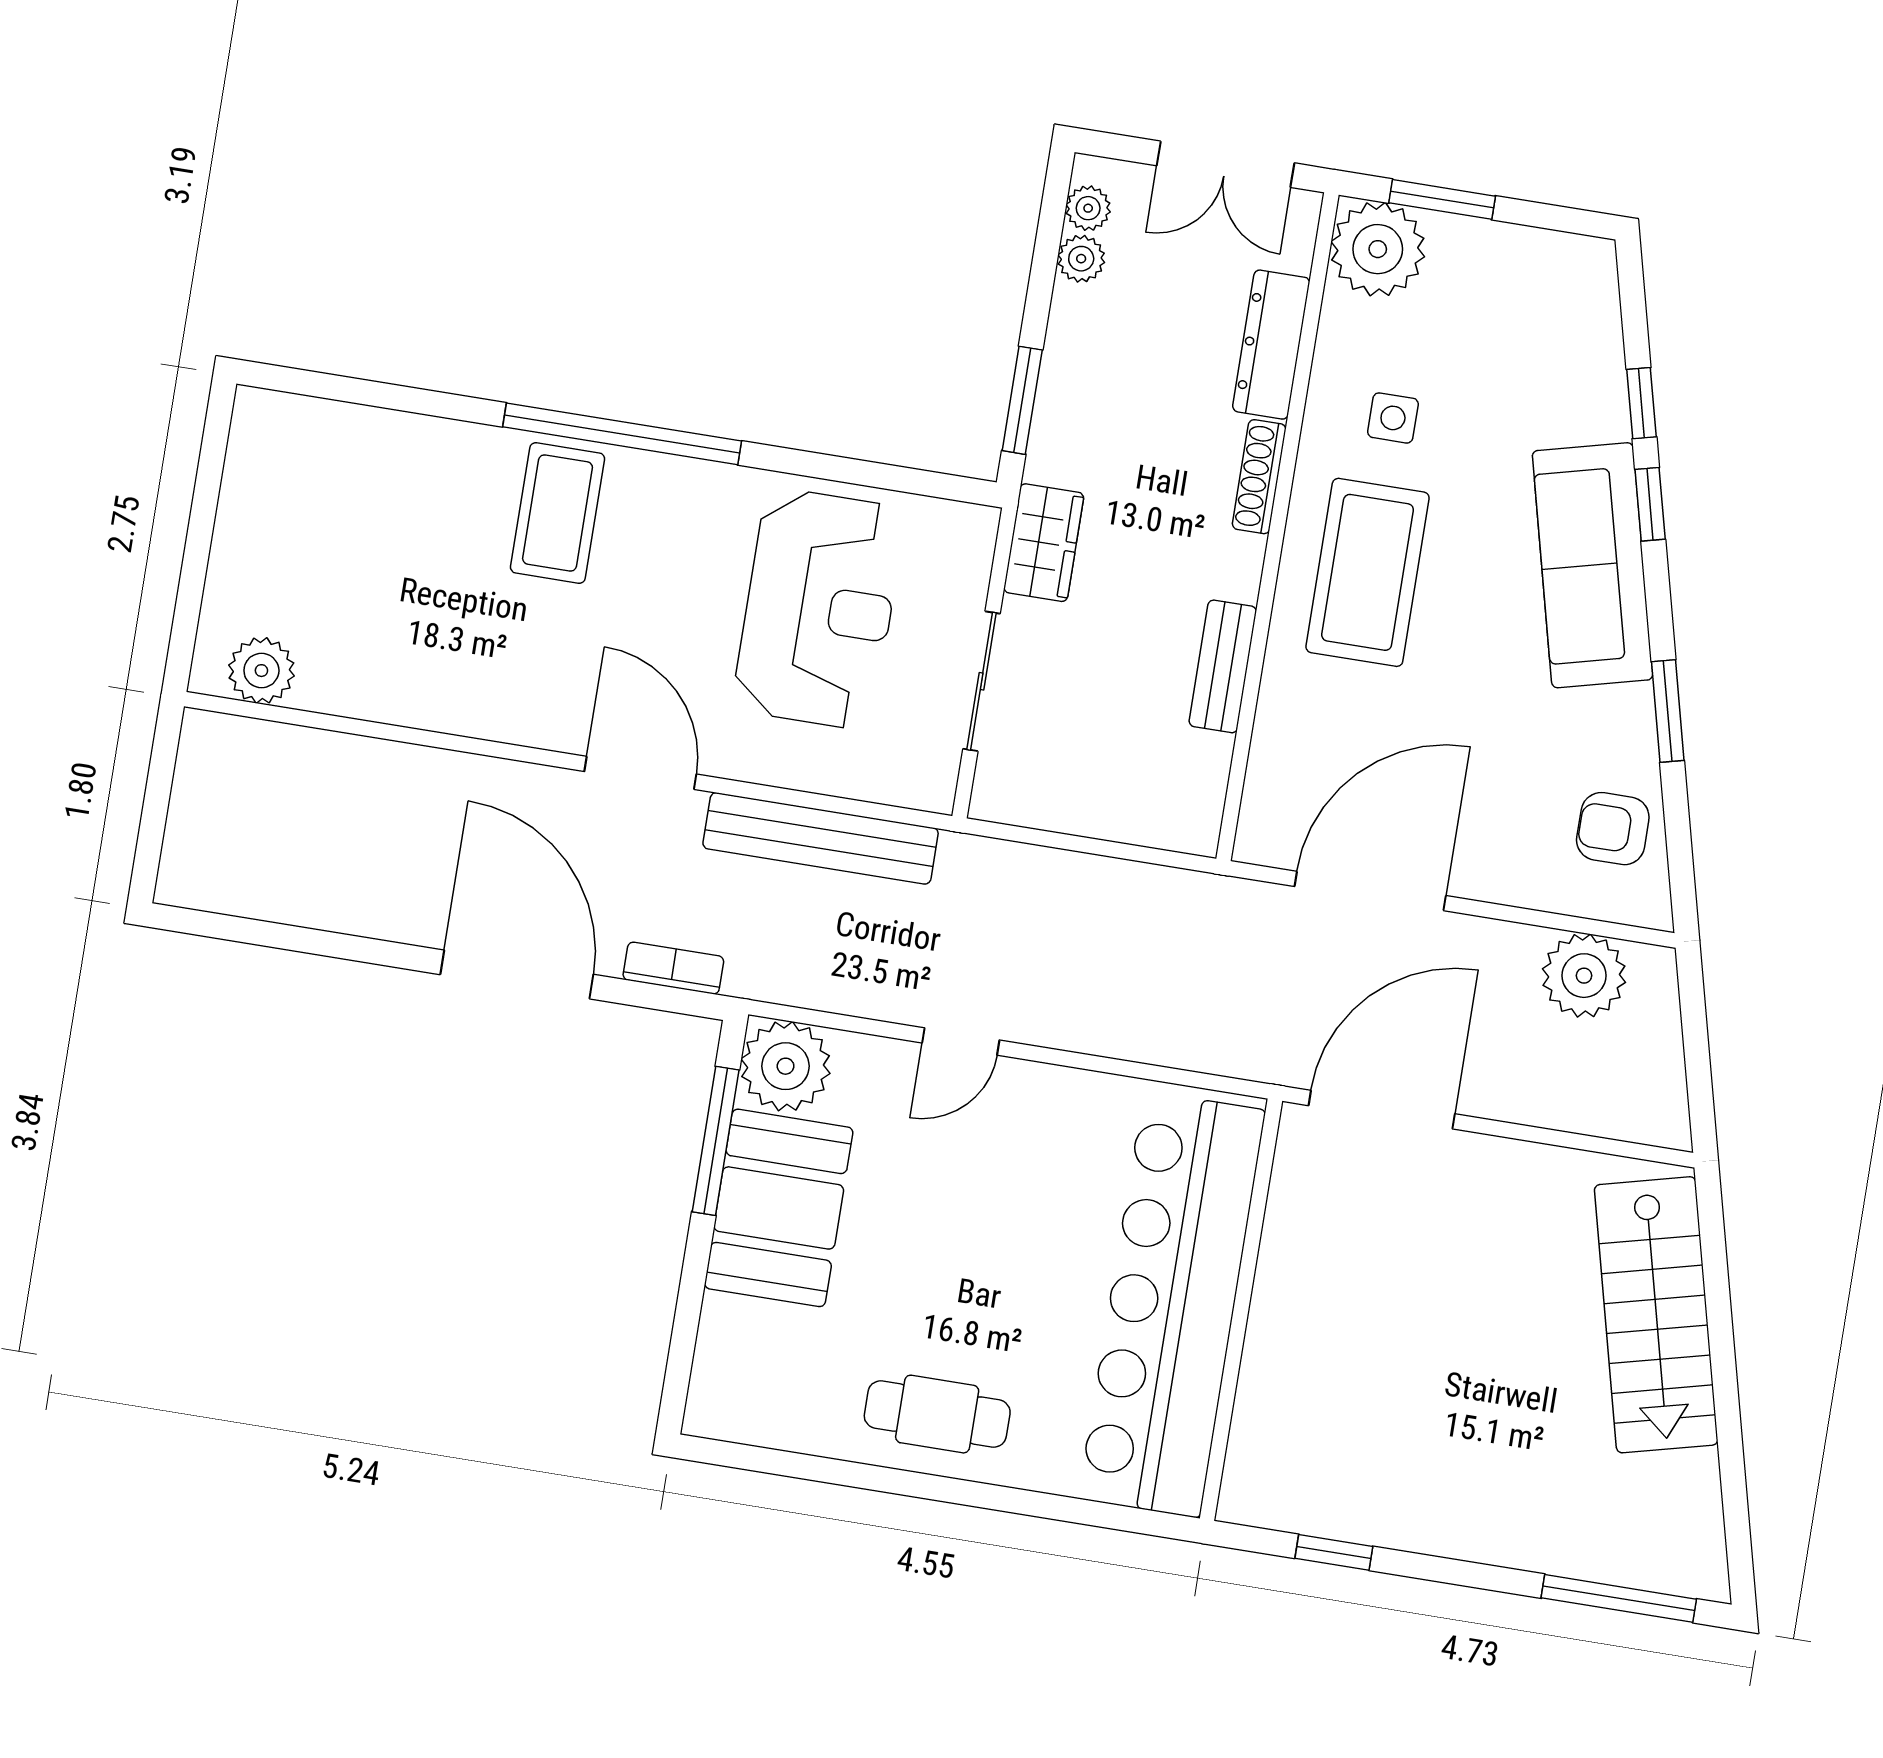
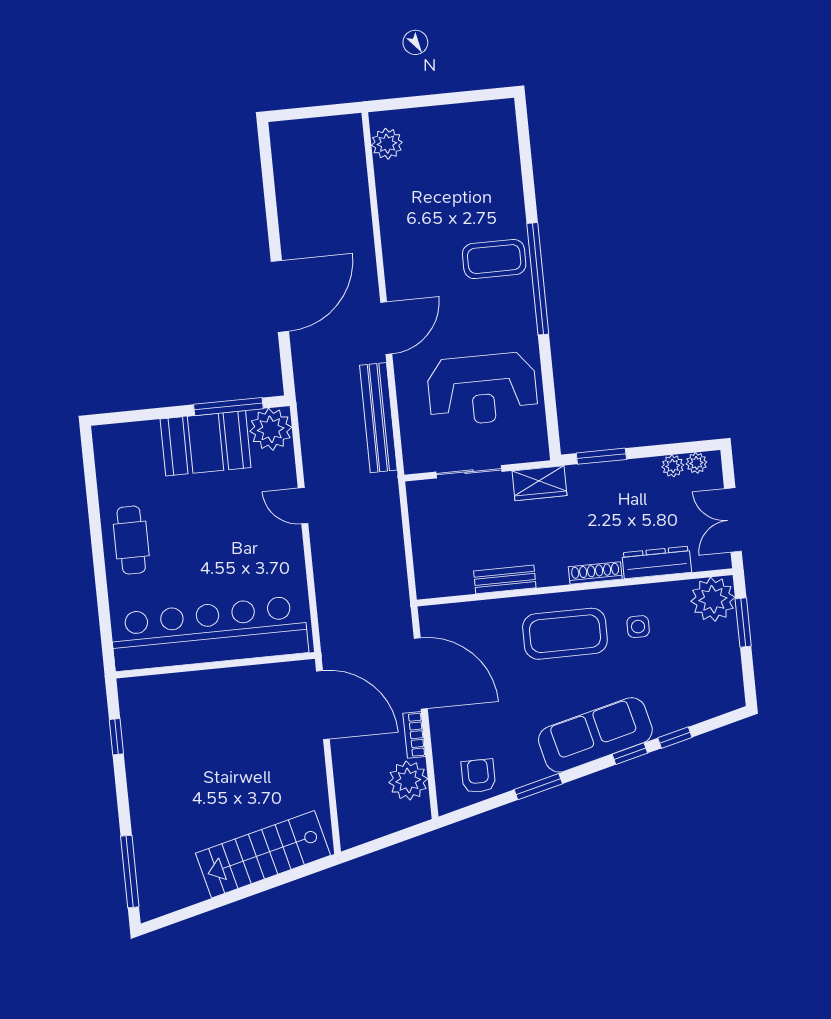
bookcase: (673, 968) -> (414, 735), moved, turned 180

